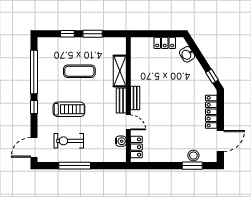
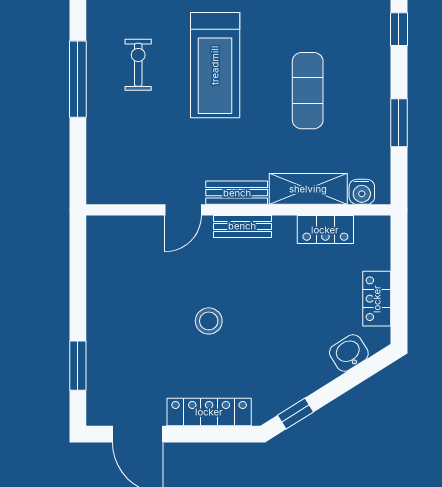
window: (67, 34) -> (399, 29), moved
treadmill: (69, 109) -> (215, 65), width x1.37, depth x1.38
exercise bike: (69, 141) -> (138, 65), width x0.73, depth x0.72
water cooler: (121, 141) -> (362, 192), moved
locker: (136, 147) -> (325, 230), moved
stool: (193, 156) -> (209, 321), moved

